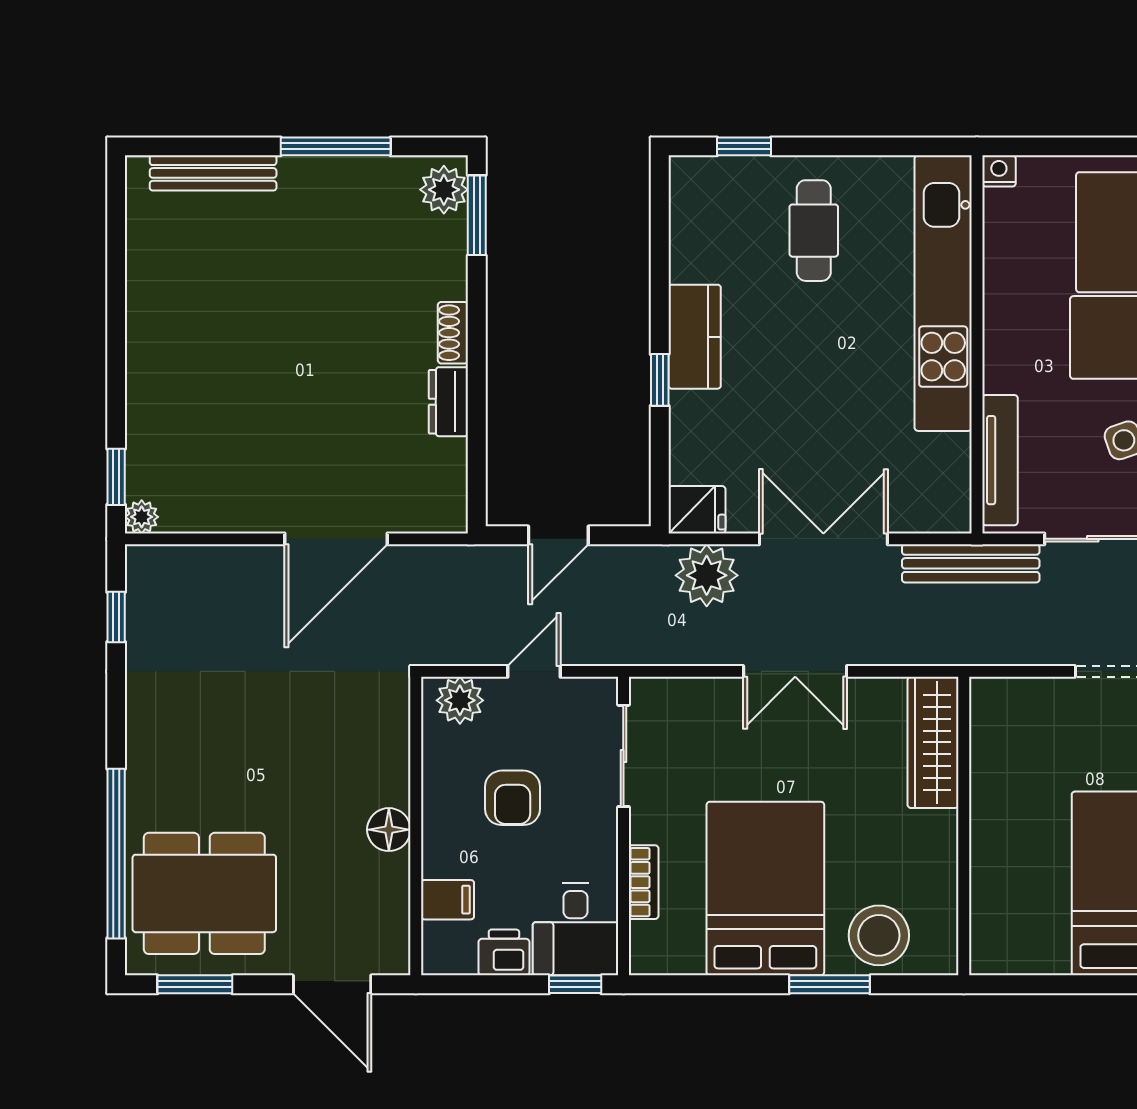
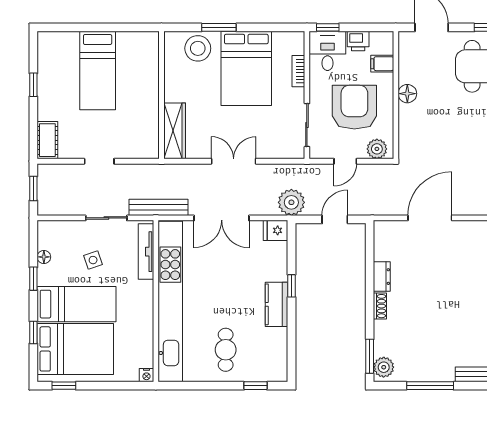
kitchen unit: (943, 293) -> (170, 302), width x1.36
plant: (707, 575) -> (291, 202), moved
armchair: (513, 798) -> (354, 107), width x1.88, depth x1.88

